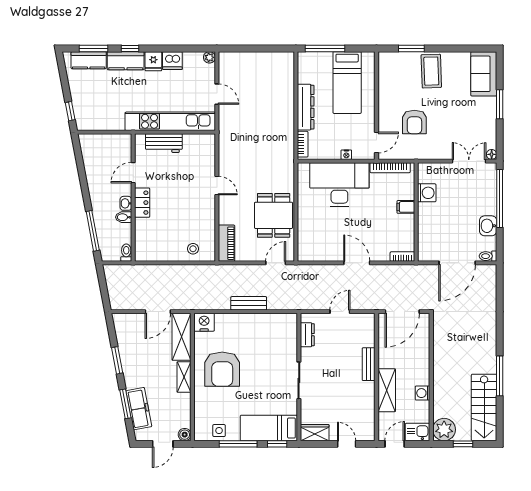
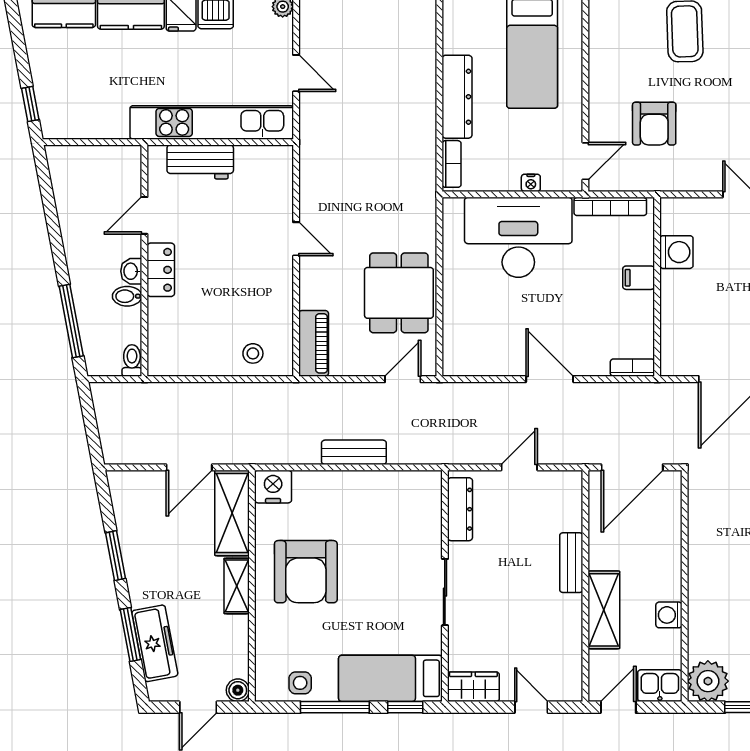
dresser: (307, 335) -> (460, 509), width x1.44

